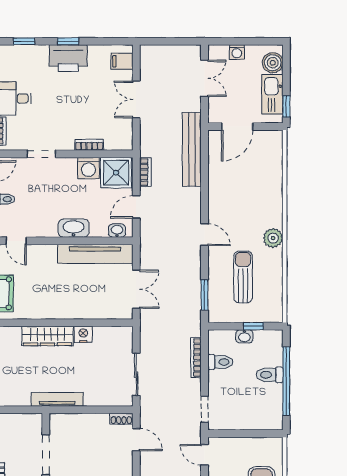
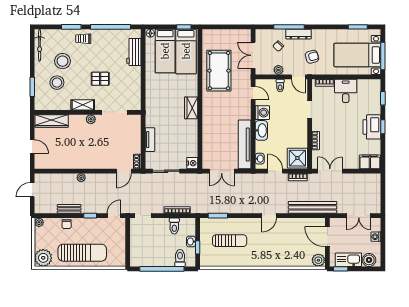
filing cabinet: (122, 61) -> (370, 162), width x2.00
double door: (136, 99) -> (330, 171), moved
washing machine: (89, 168) -> (262, 113), moved, turned 180
door: (204, 235) -> (269, 216), moved
plant: (273, 238) -> (318, 260), moved
door: (16, 241) -> (253, 93), swing flipped
nightstand: (83, 334) -> (192, 163), moved
wardrobe: (47, 336) -> (191, 108), width x0.67
toilet: (270, 375) -> (180, 258), moved
tv unit: (57, 399) -> (150, 140), moved, width x0.71

